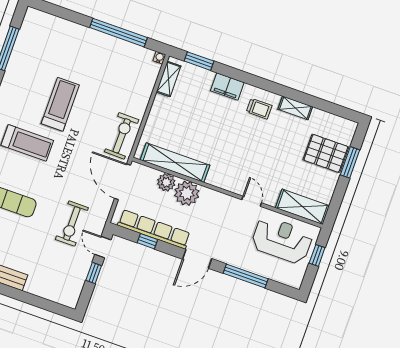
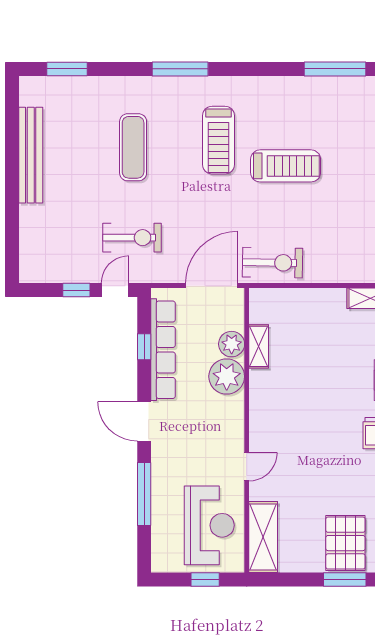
shelving: (175, 163) -> (259, 346), width x0.45, depth x0.75
exercise bike: (72, 224) -> (132, 238), turned 180

